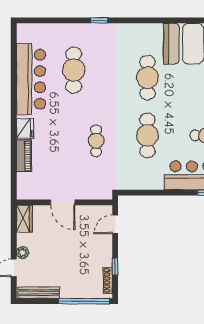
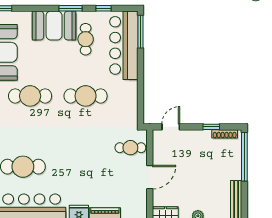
cafe table: (96, 141) -> (130, 148), moved
door: (115, 224) -> (171, 127), swing flipped

